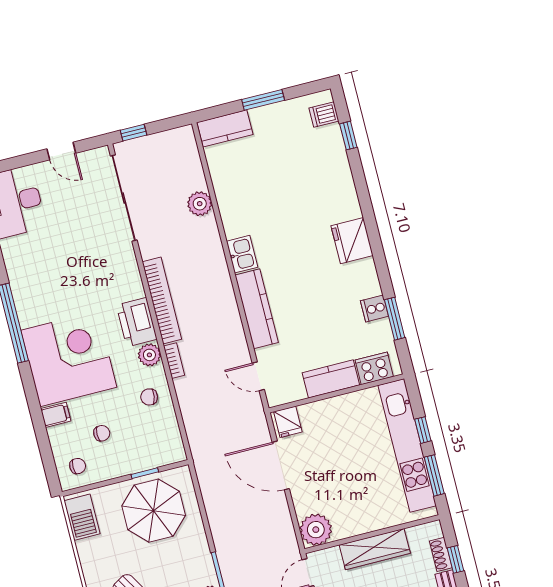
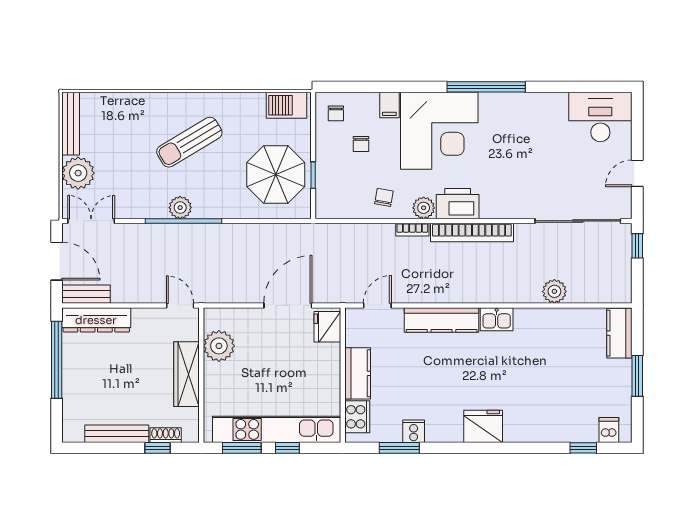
fridge: (288, 422) -> (327, 327), width x1.38
plant: (316, 530) -> (219, 346), moved

